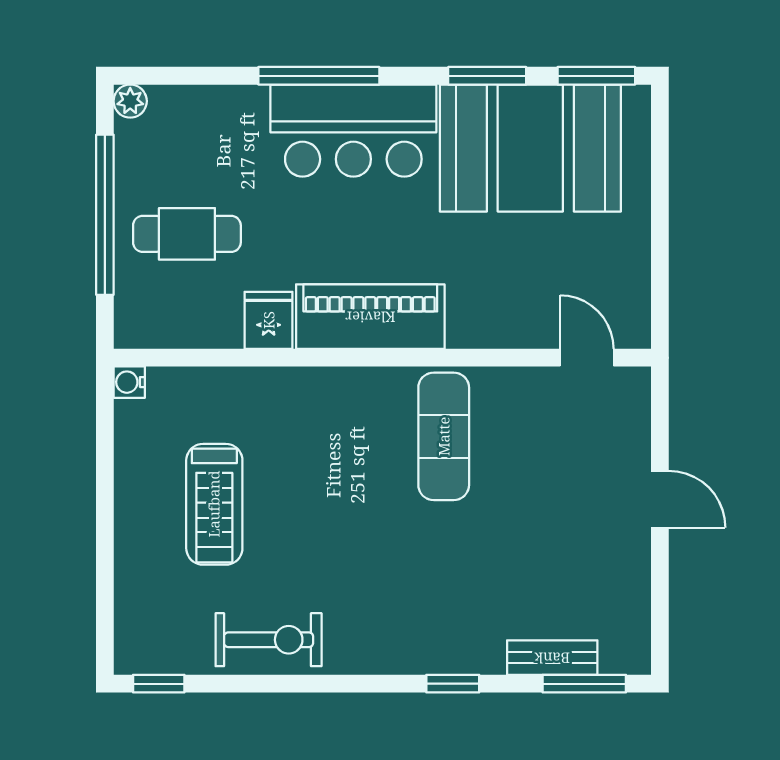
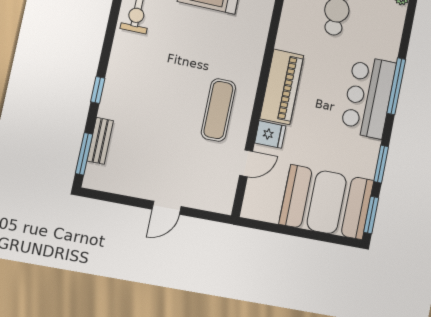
booth: (530, 148) -> (327, 202), moved, turned 90
fridge: (269, 320) -> (270, 134), moved
door: (587, 358) -> (246, 163), moved
exercise mat: (444, 436) -> (218, 110), turned 90

